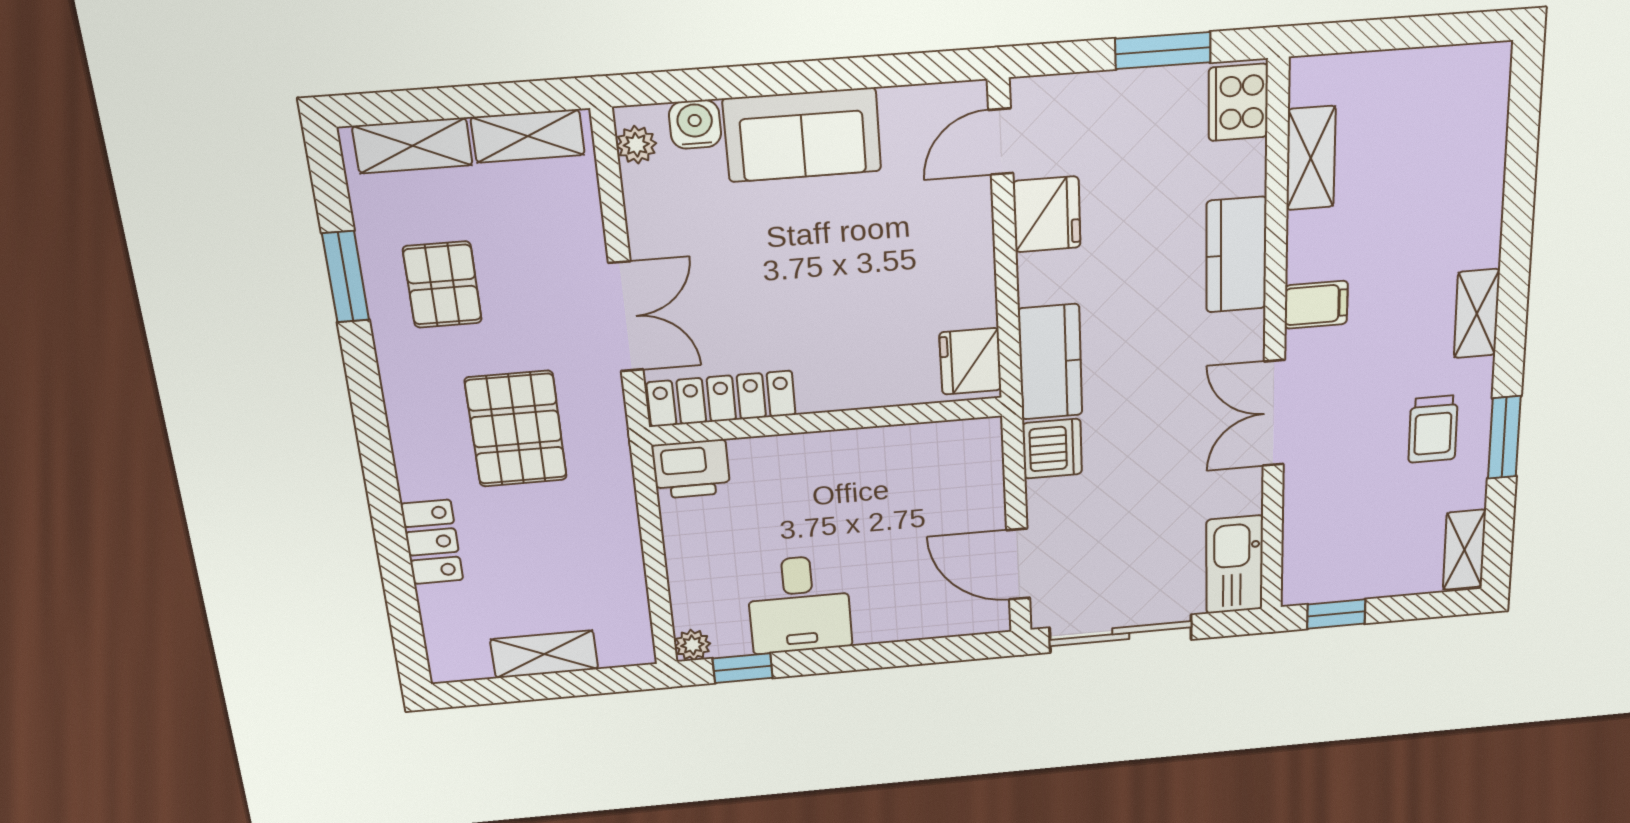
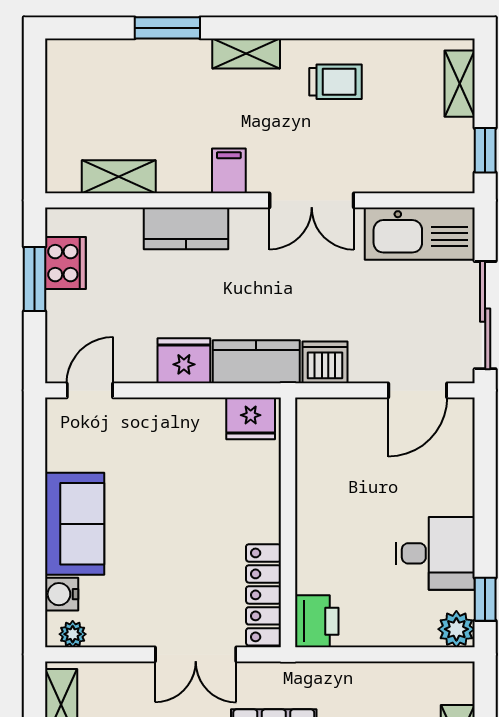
cooker: (1238, 102) -> (65, 263), moved, turned -90
door: (1001, 142) -> (90, 390), swing flipped
fridge: (1047, 214) -> (184, 361), moved
double door: (626, 317) -> (196, 654), swing flipped
window: (1504, 437) -> (167, 28), moved
shelving: (1464, 550) -> (460, 84), moved, turned 90
kitchen sink: (1235, 565) -> (420, 234), width x1.36, depth x1.24
plant: (692, 645) -> (456, 629), width x1.38, depth x1.38

